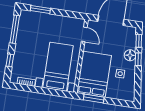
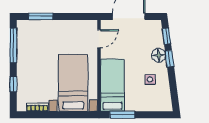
door: (84, 34) -> (99, 39), hinge flipped
bed: (94, 74) -> (112, 85), width x0.67

